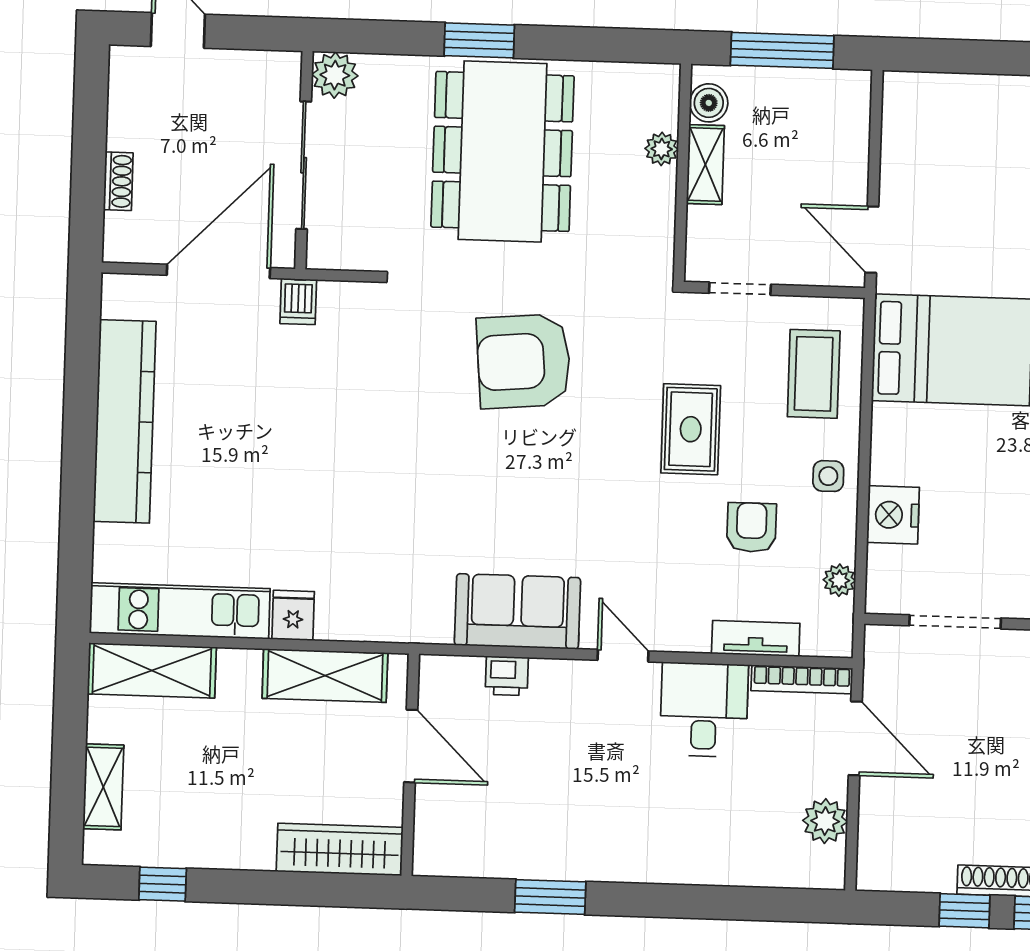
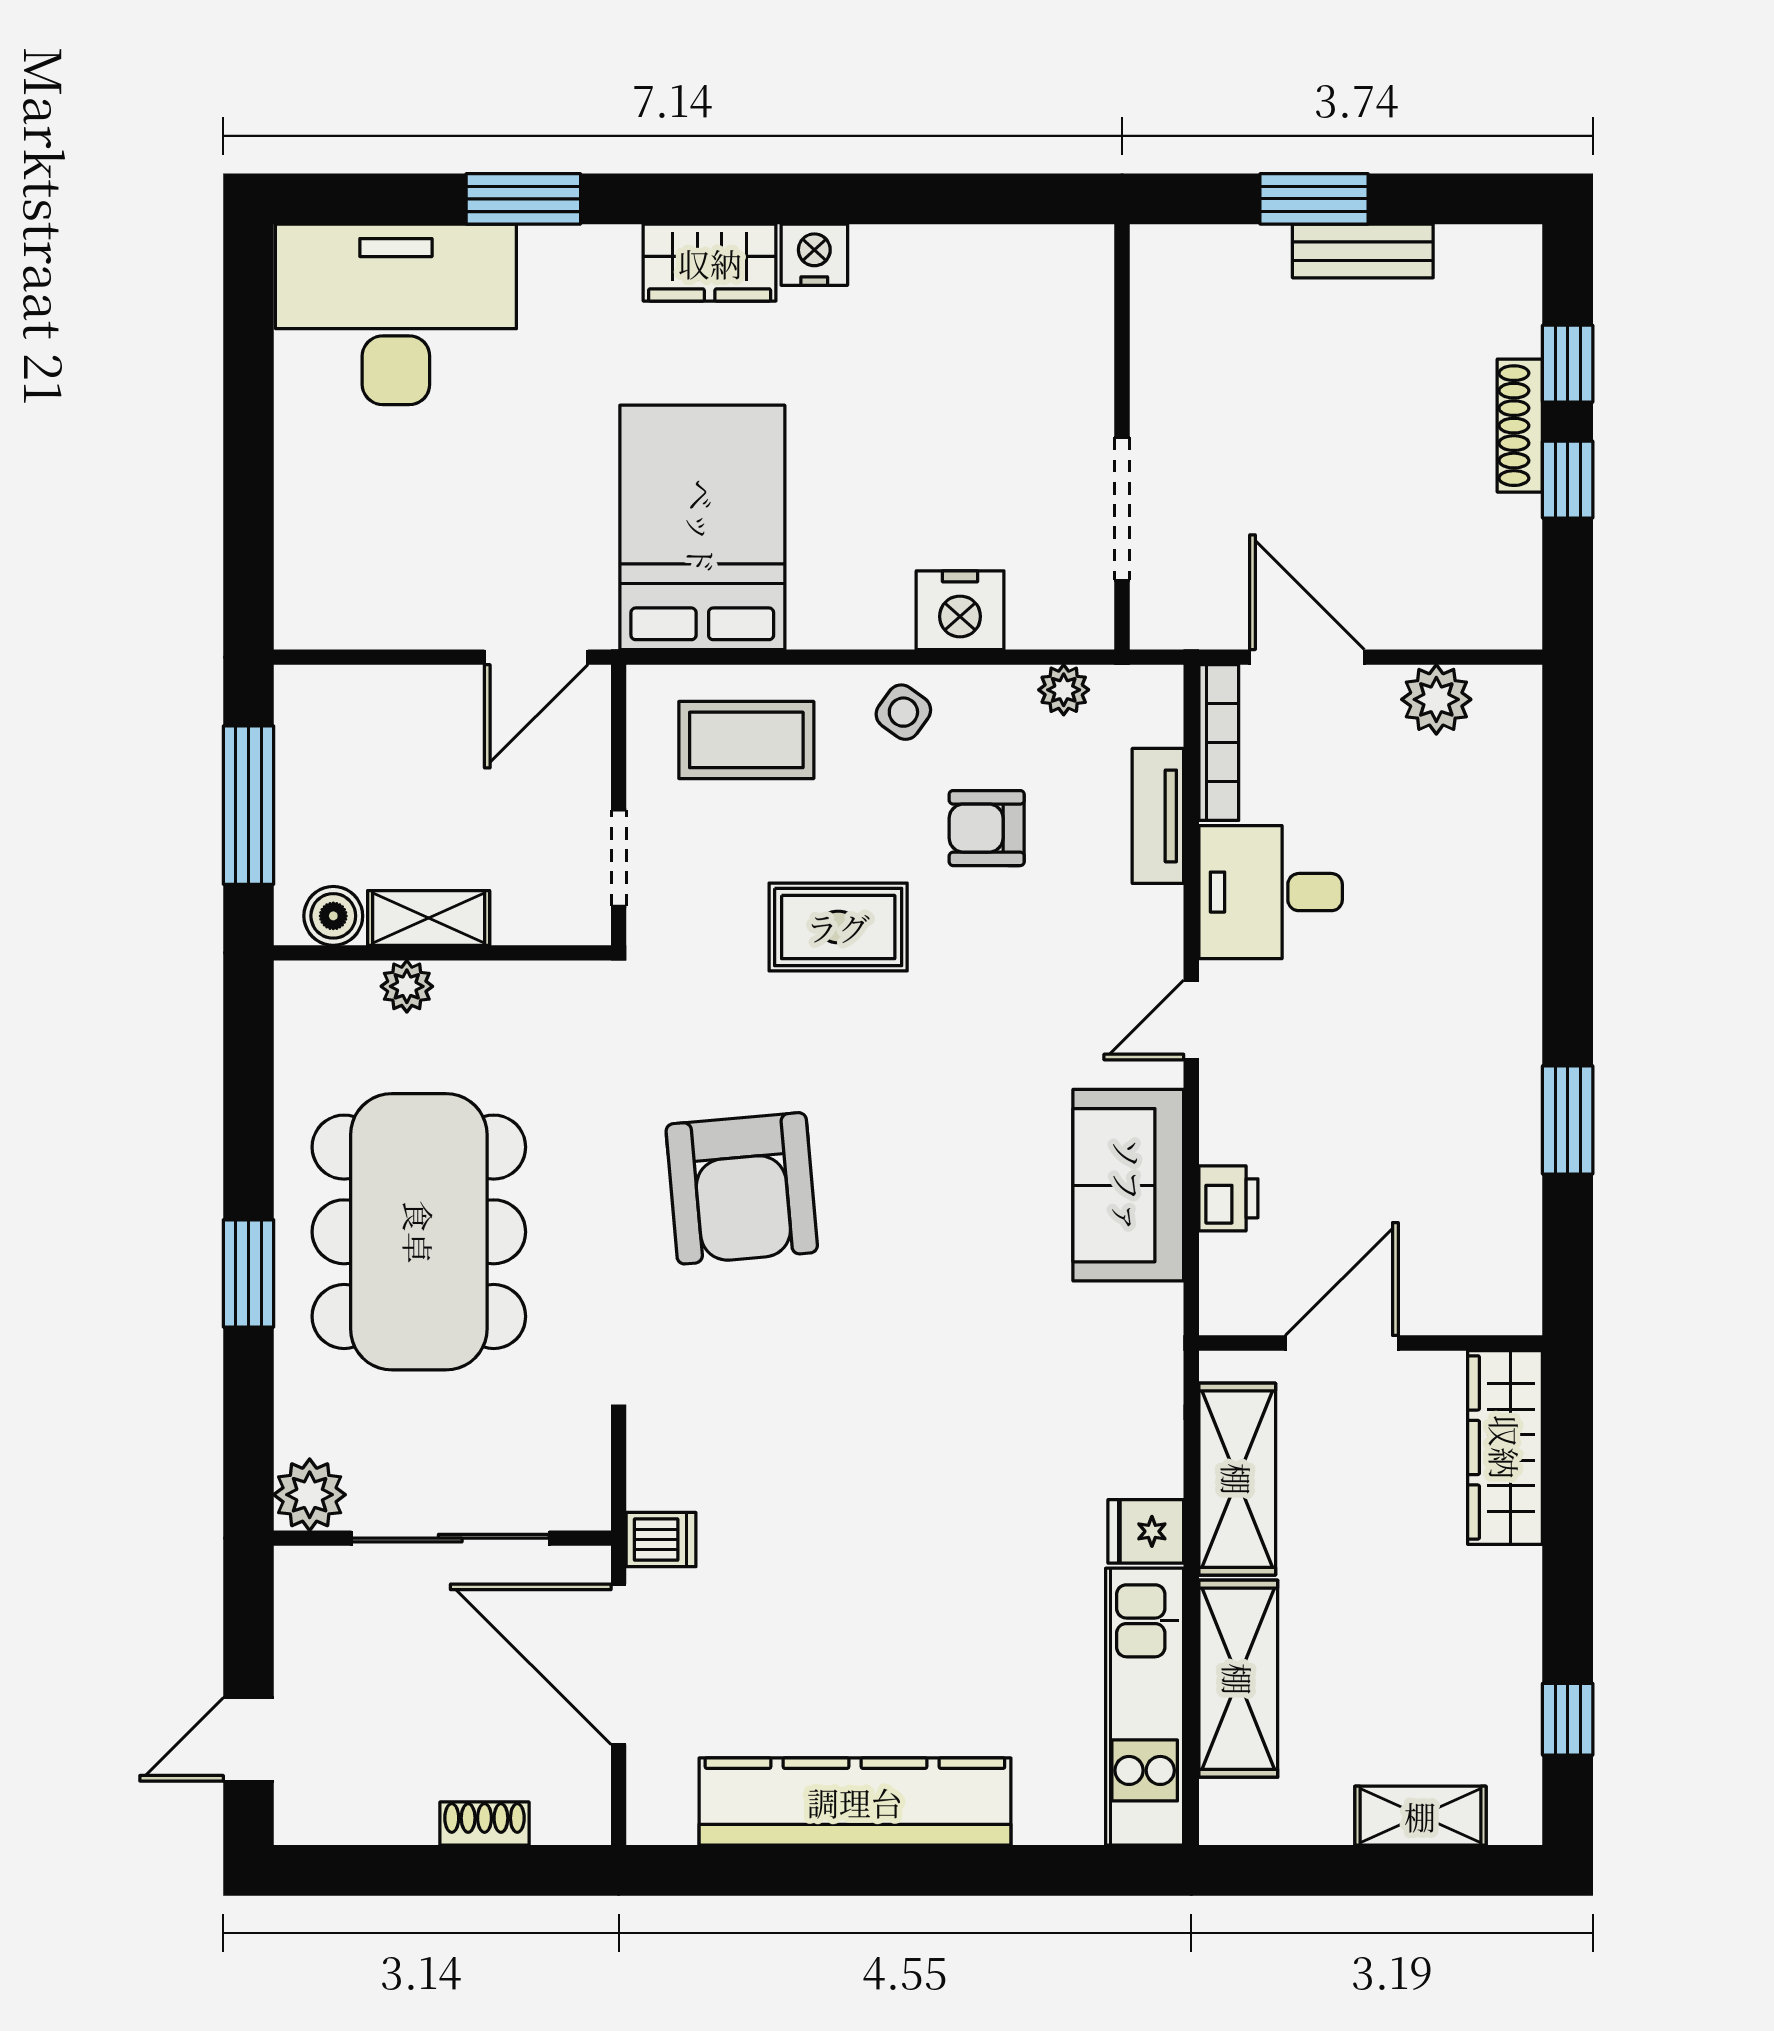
dining table: (503, 151) -> (419, 1232), turned 90
side table: (828, 476) -> (903, 712), turned 36
shelving: (152, 670) -> (1238, 1679), moved
door: (855, 738) -> (1307, 657), hinge flipped

